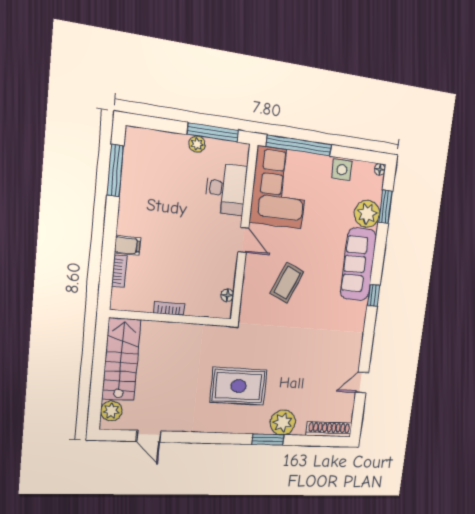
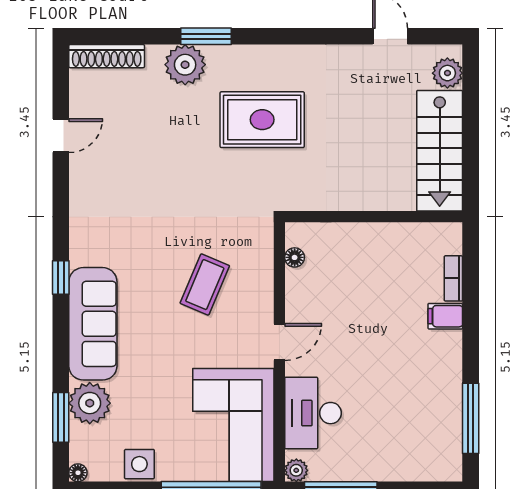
plant: (197, 144) -> (296, 470), moved
door: (243, 240) -> (279, 342), swing flipped
bookcase: (169, 308) -> (378, 231), removed

